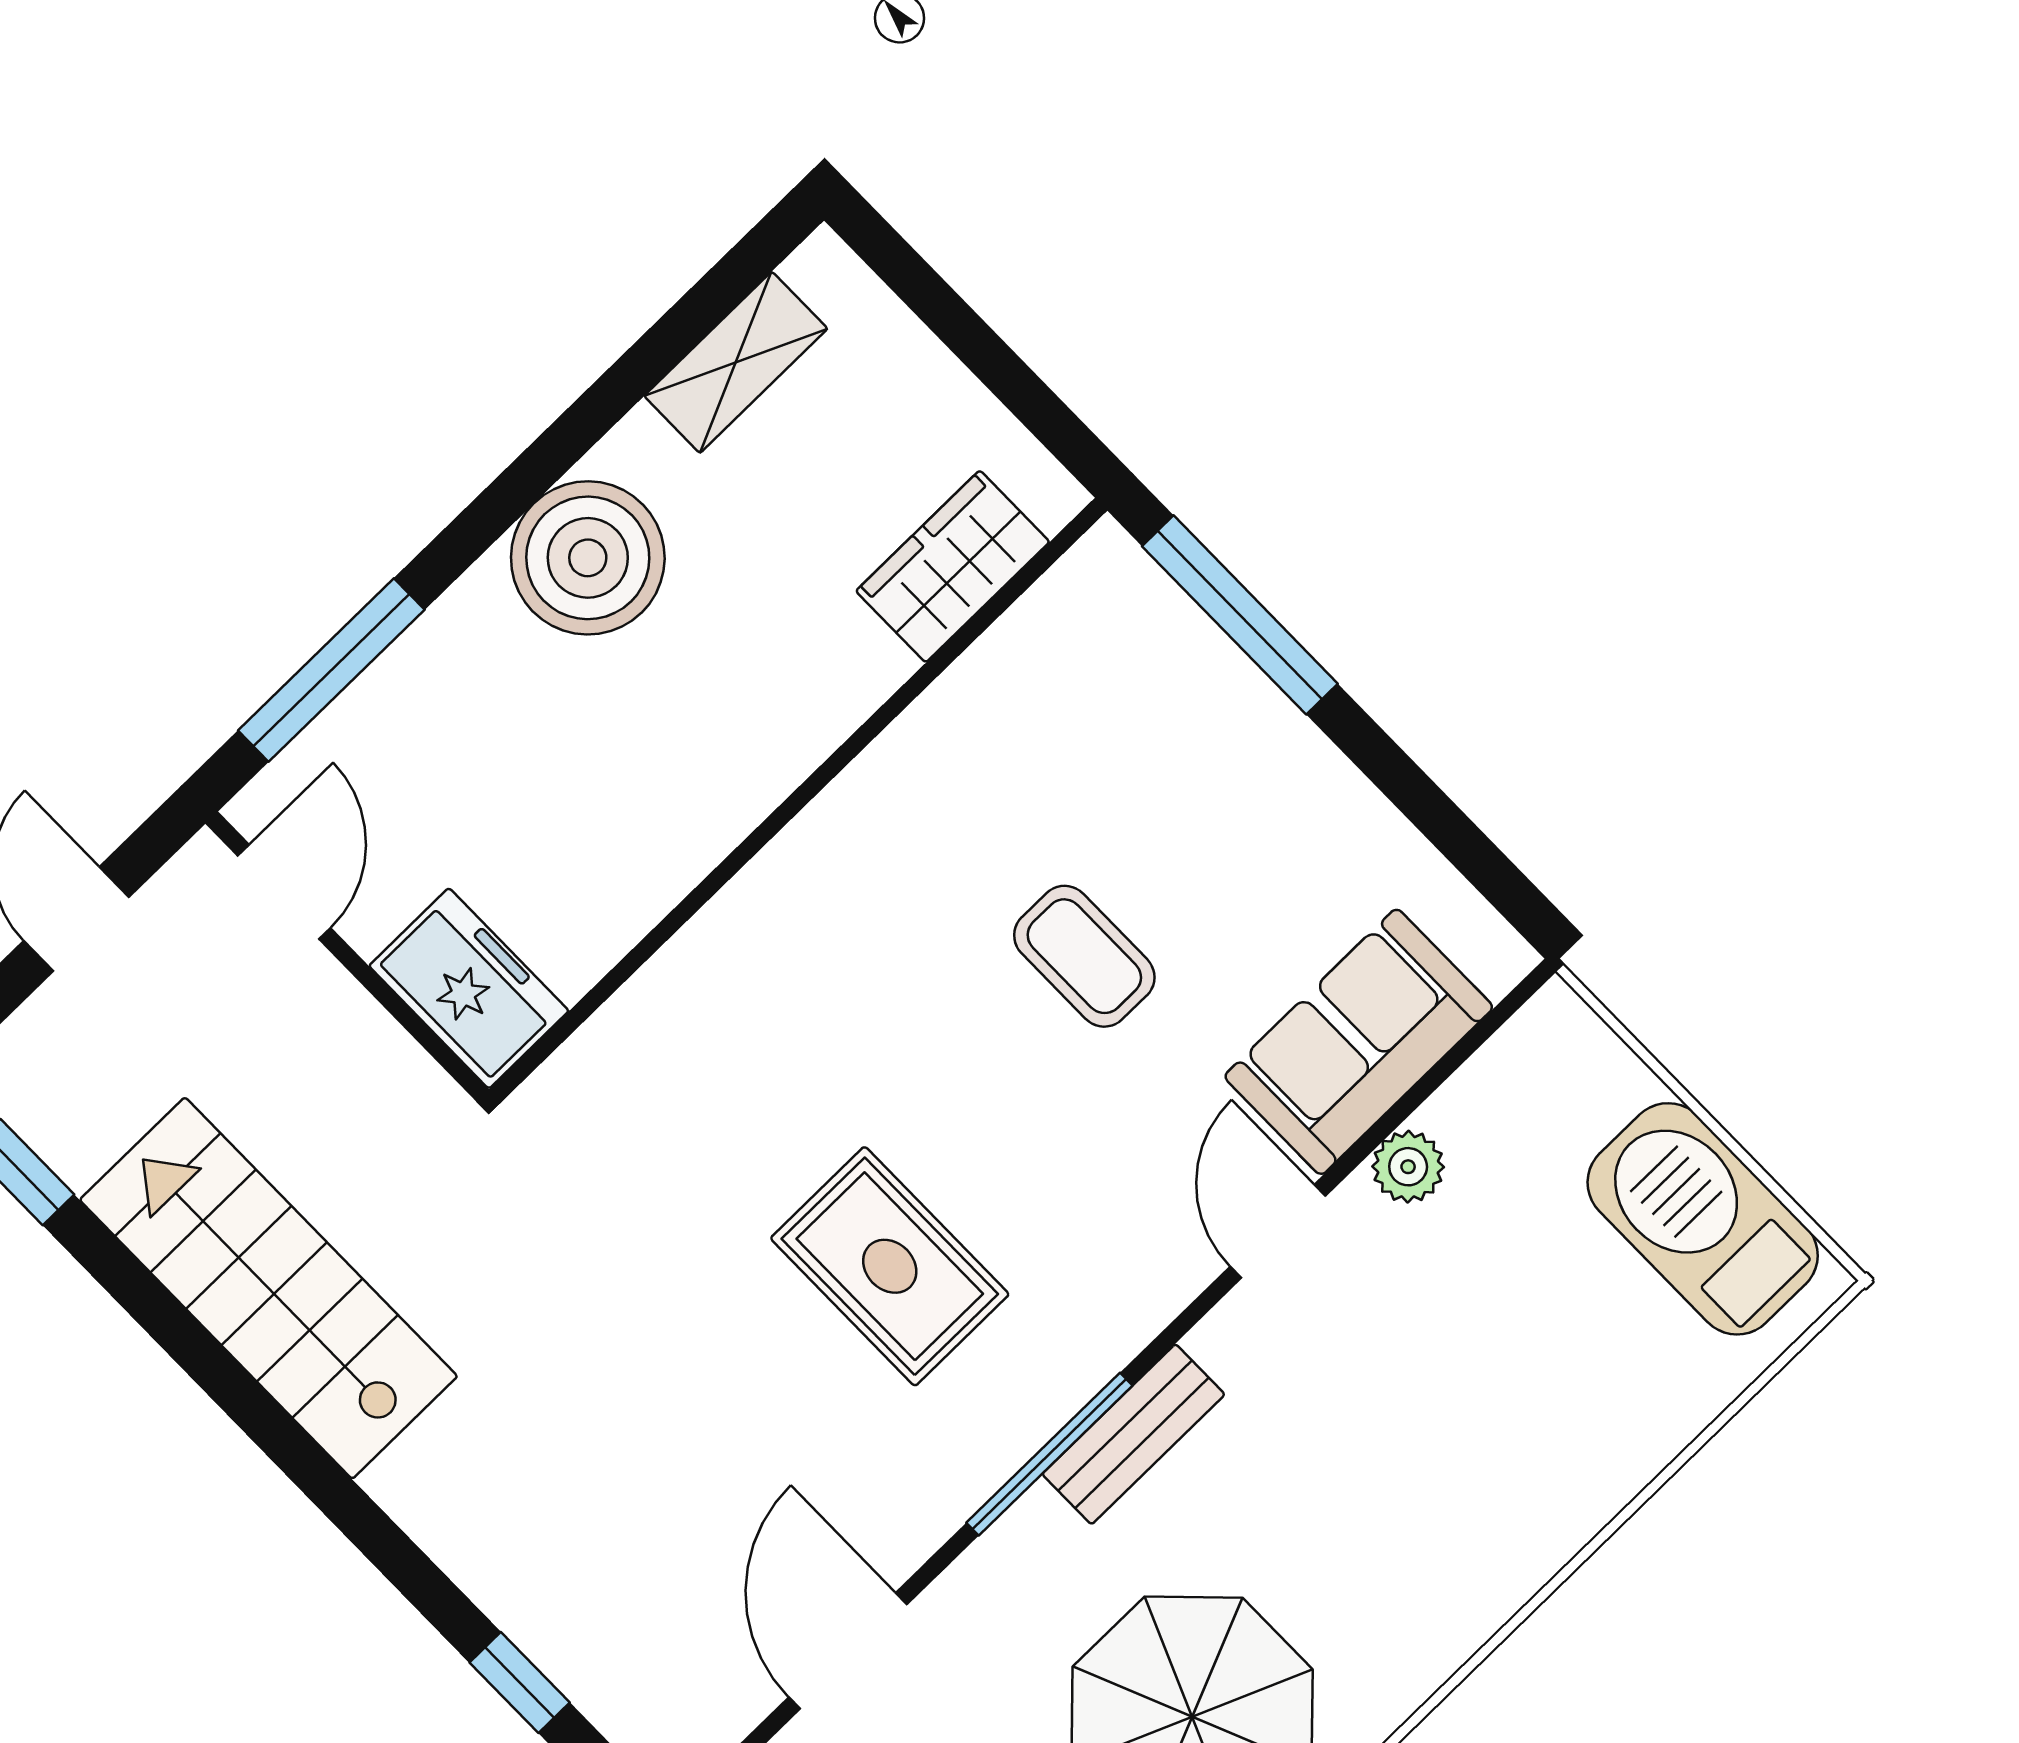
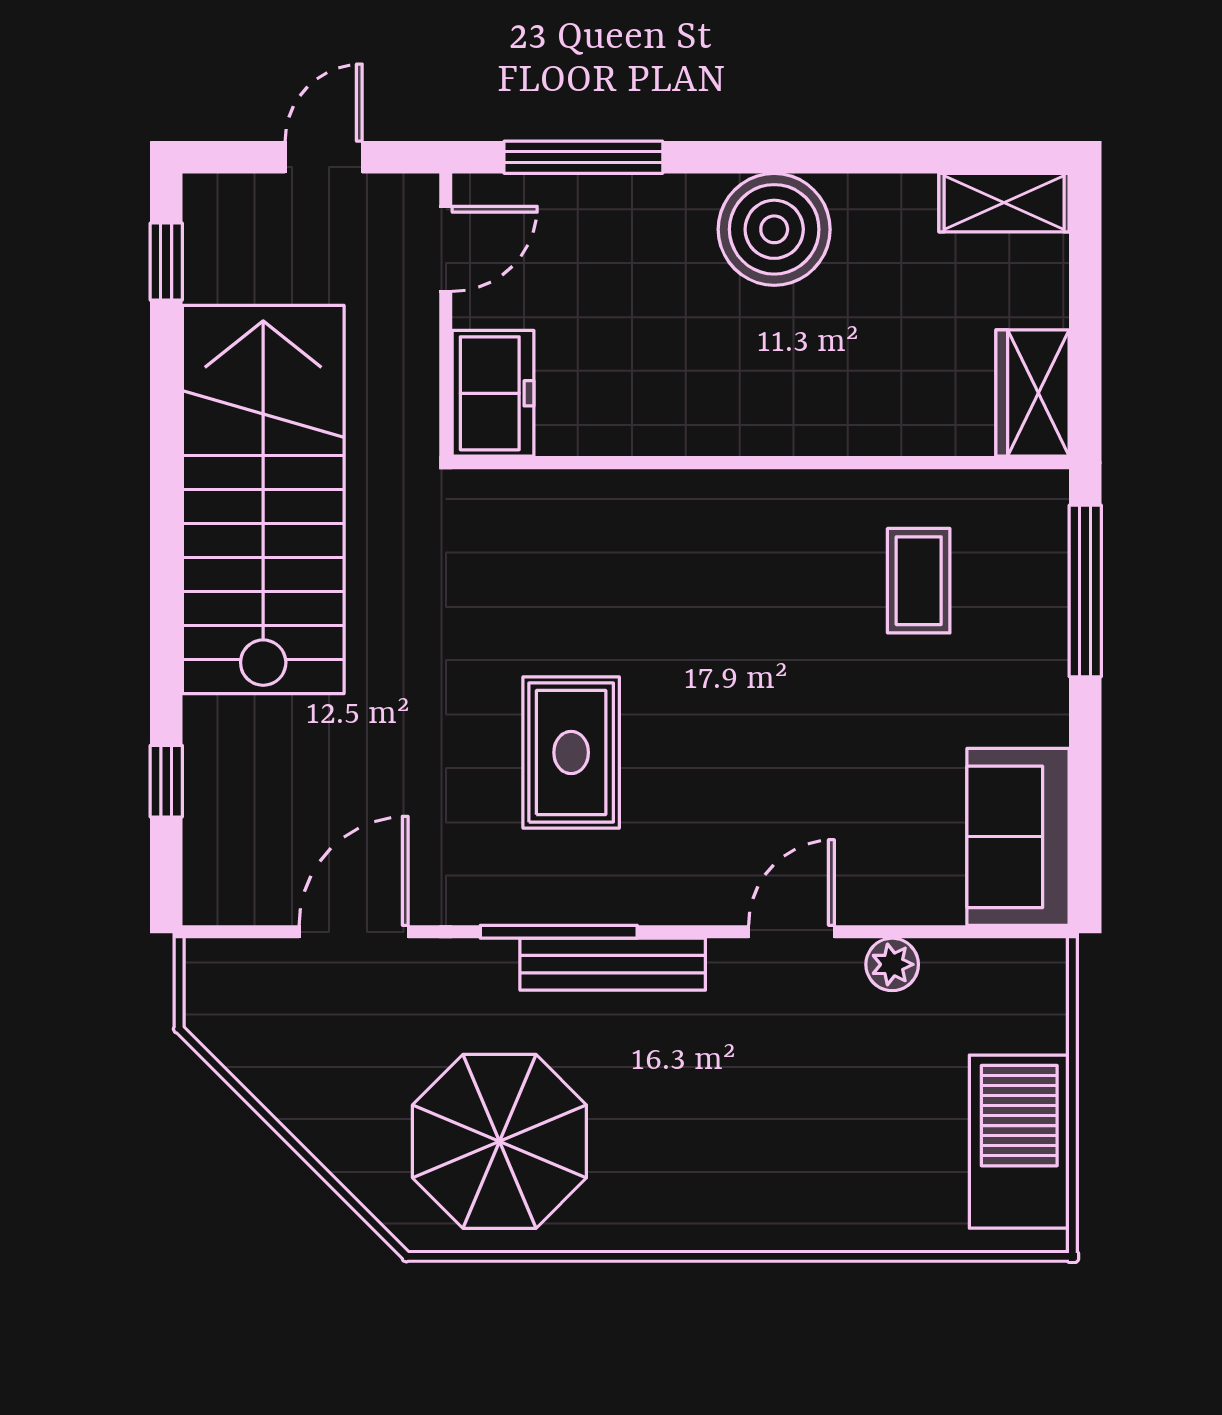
shelving: (736, 362) -> (1004, 203), moved
wardrobe: (953, 566) -> (1033, 393), moved, turned -90
coffee table: (1084, 956) -> (919, 581), moved
sofa: (1359, 1042) -> (1018, 837), moved, turned -90
stairs: (269, 1288) -> (263, 499), width x1.36, depth x1.51
bench: (1133, 1434) -> (613, 964), width x1.36

